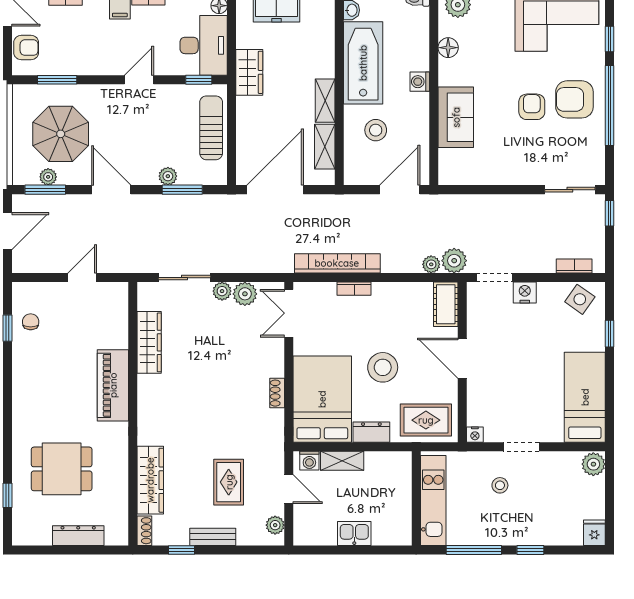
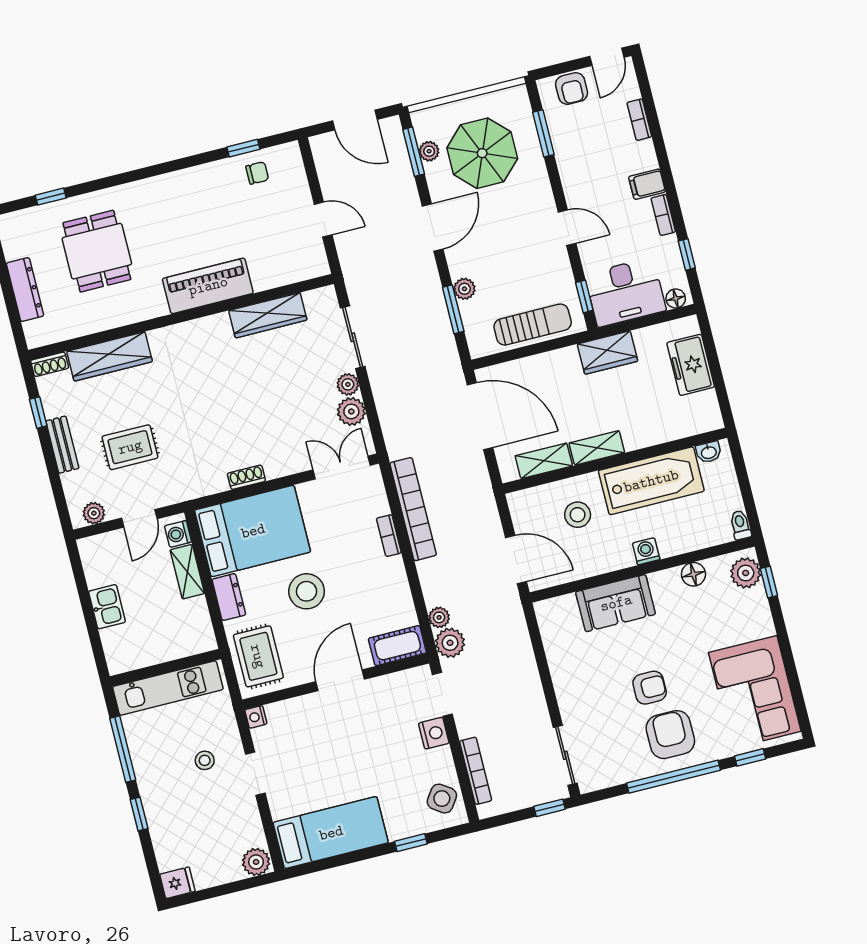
bookcase: (574, 266) -> (476, 771), width x1.56

